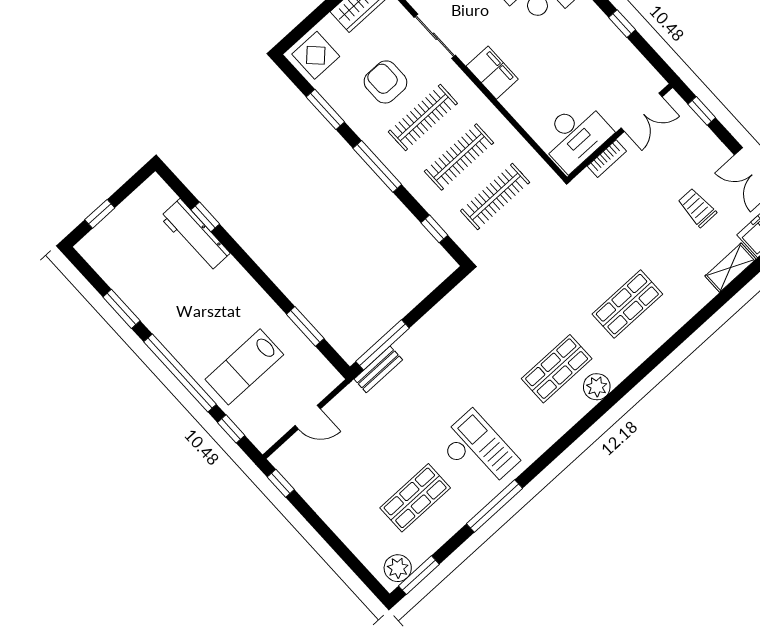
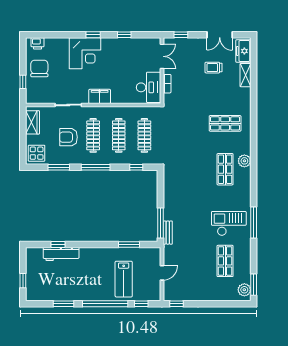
shop shelf: (627, 304) -> (225, 123), turned 90
window: (495, 506) -> (254, 222), moved

